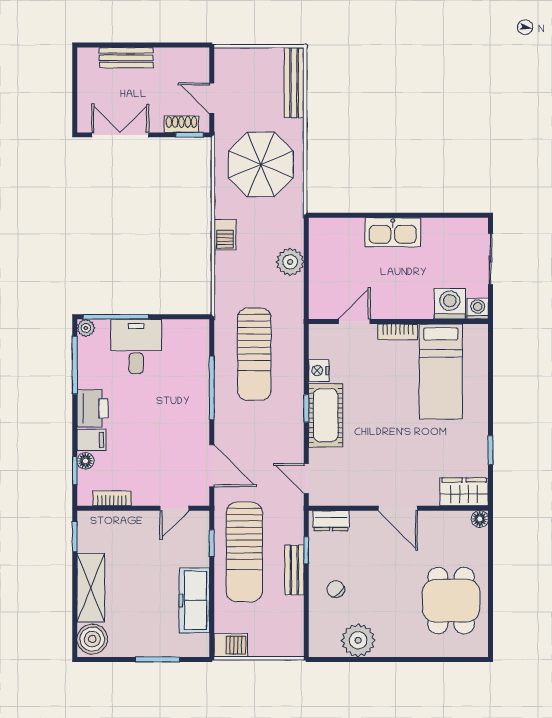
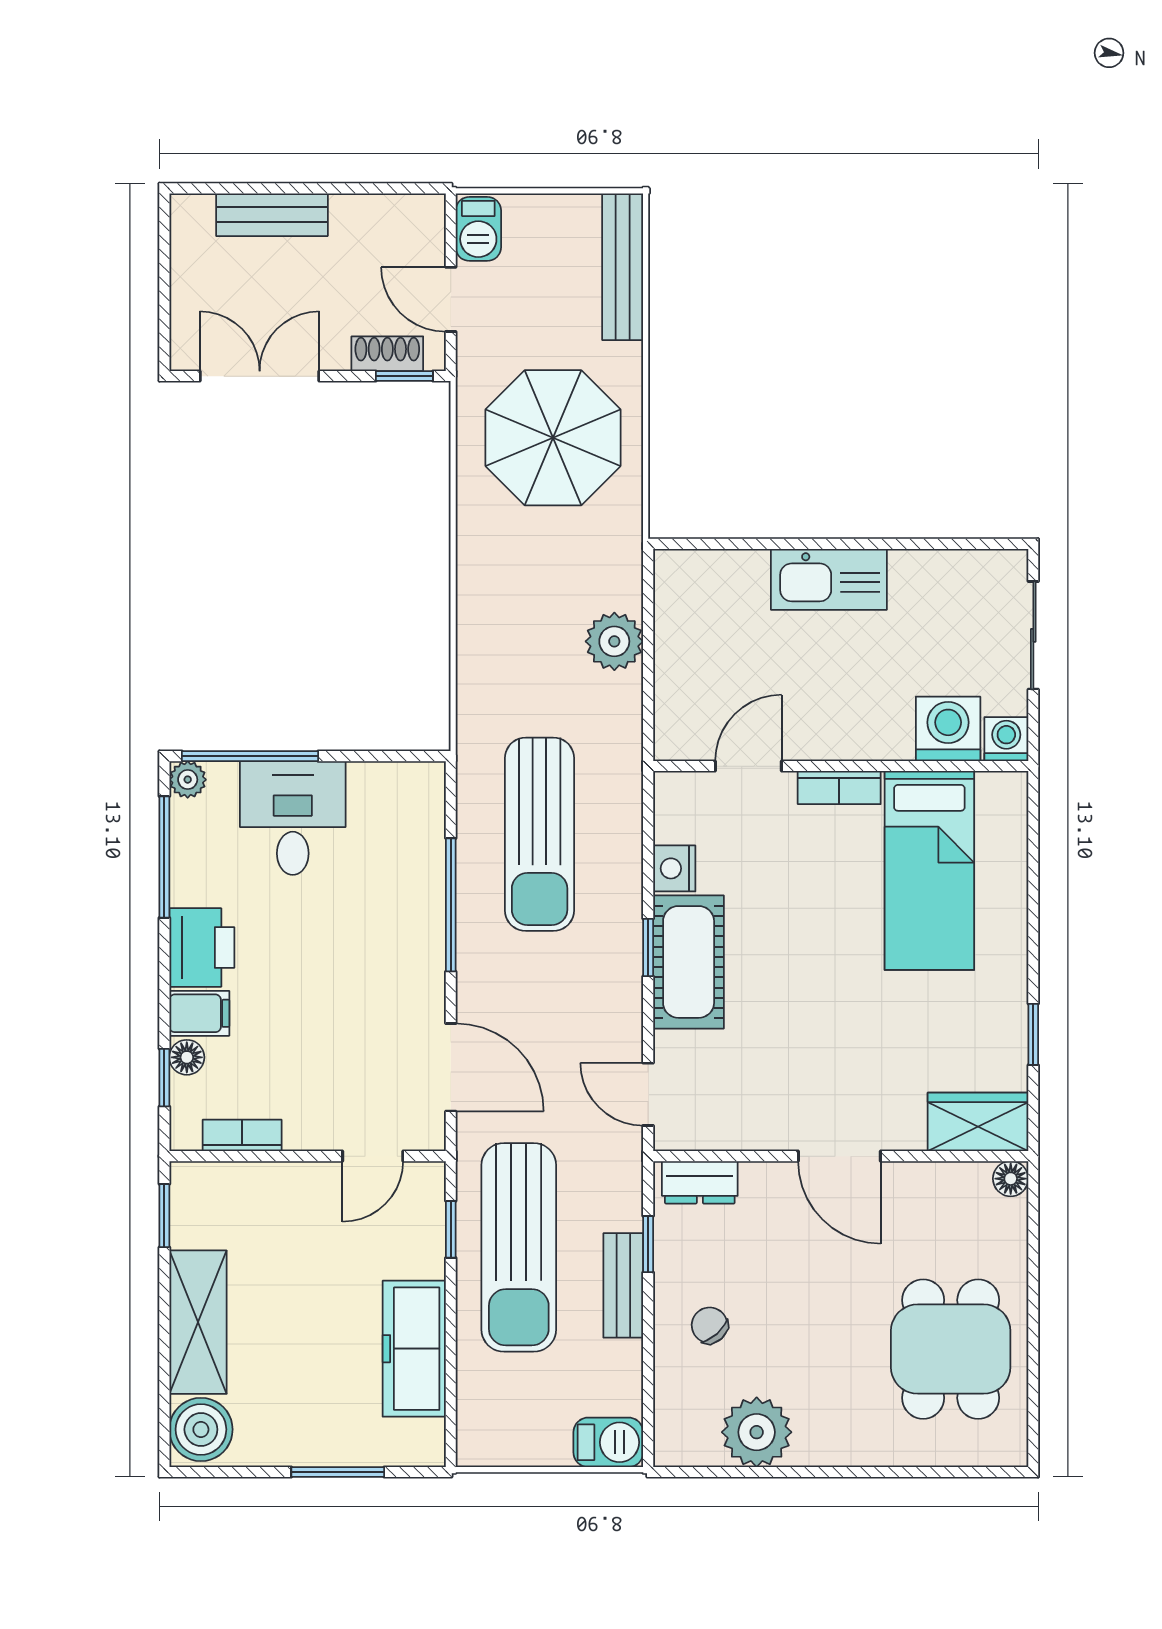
barbecue: (225, 235) -> (478, 229), moved
barbecue: (231, 645) -> (608, 1442), moved

